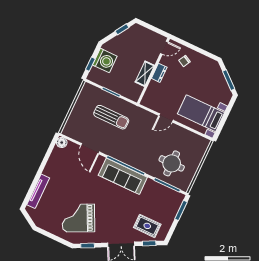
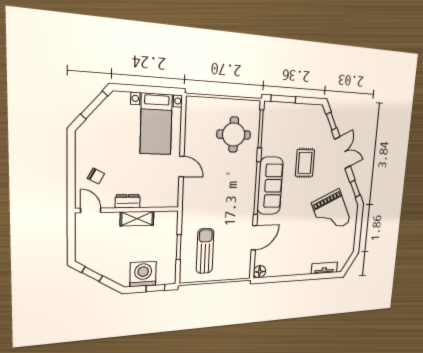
sun lounger: (111, 117) -> (205, 251), moved
tv unit: (38, 191) -> (324, 268), width x0.71
rug: (147, 226) -> (305, 163), moved

